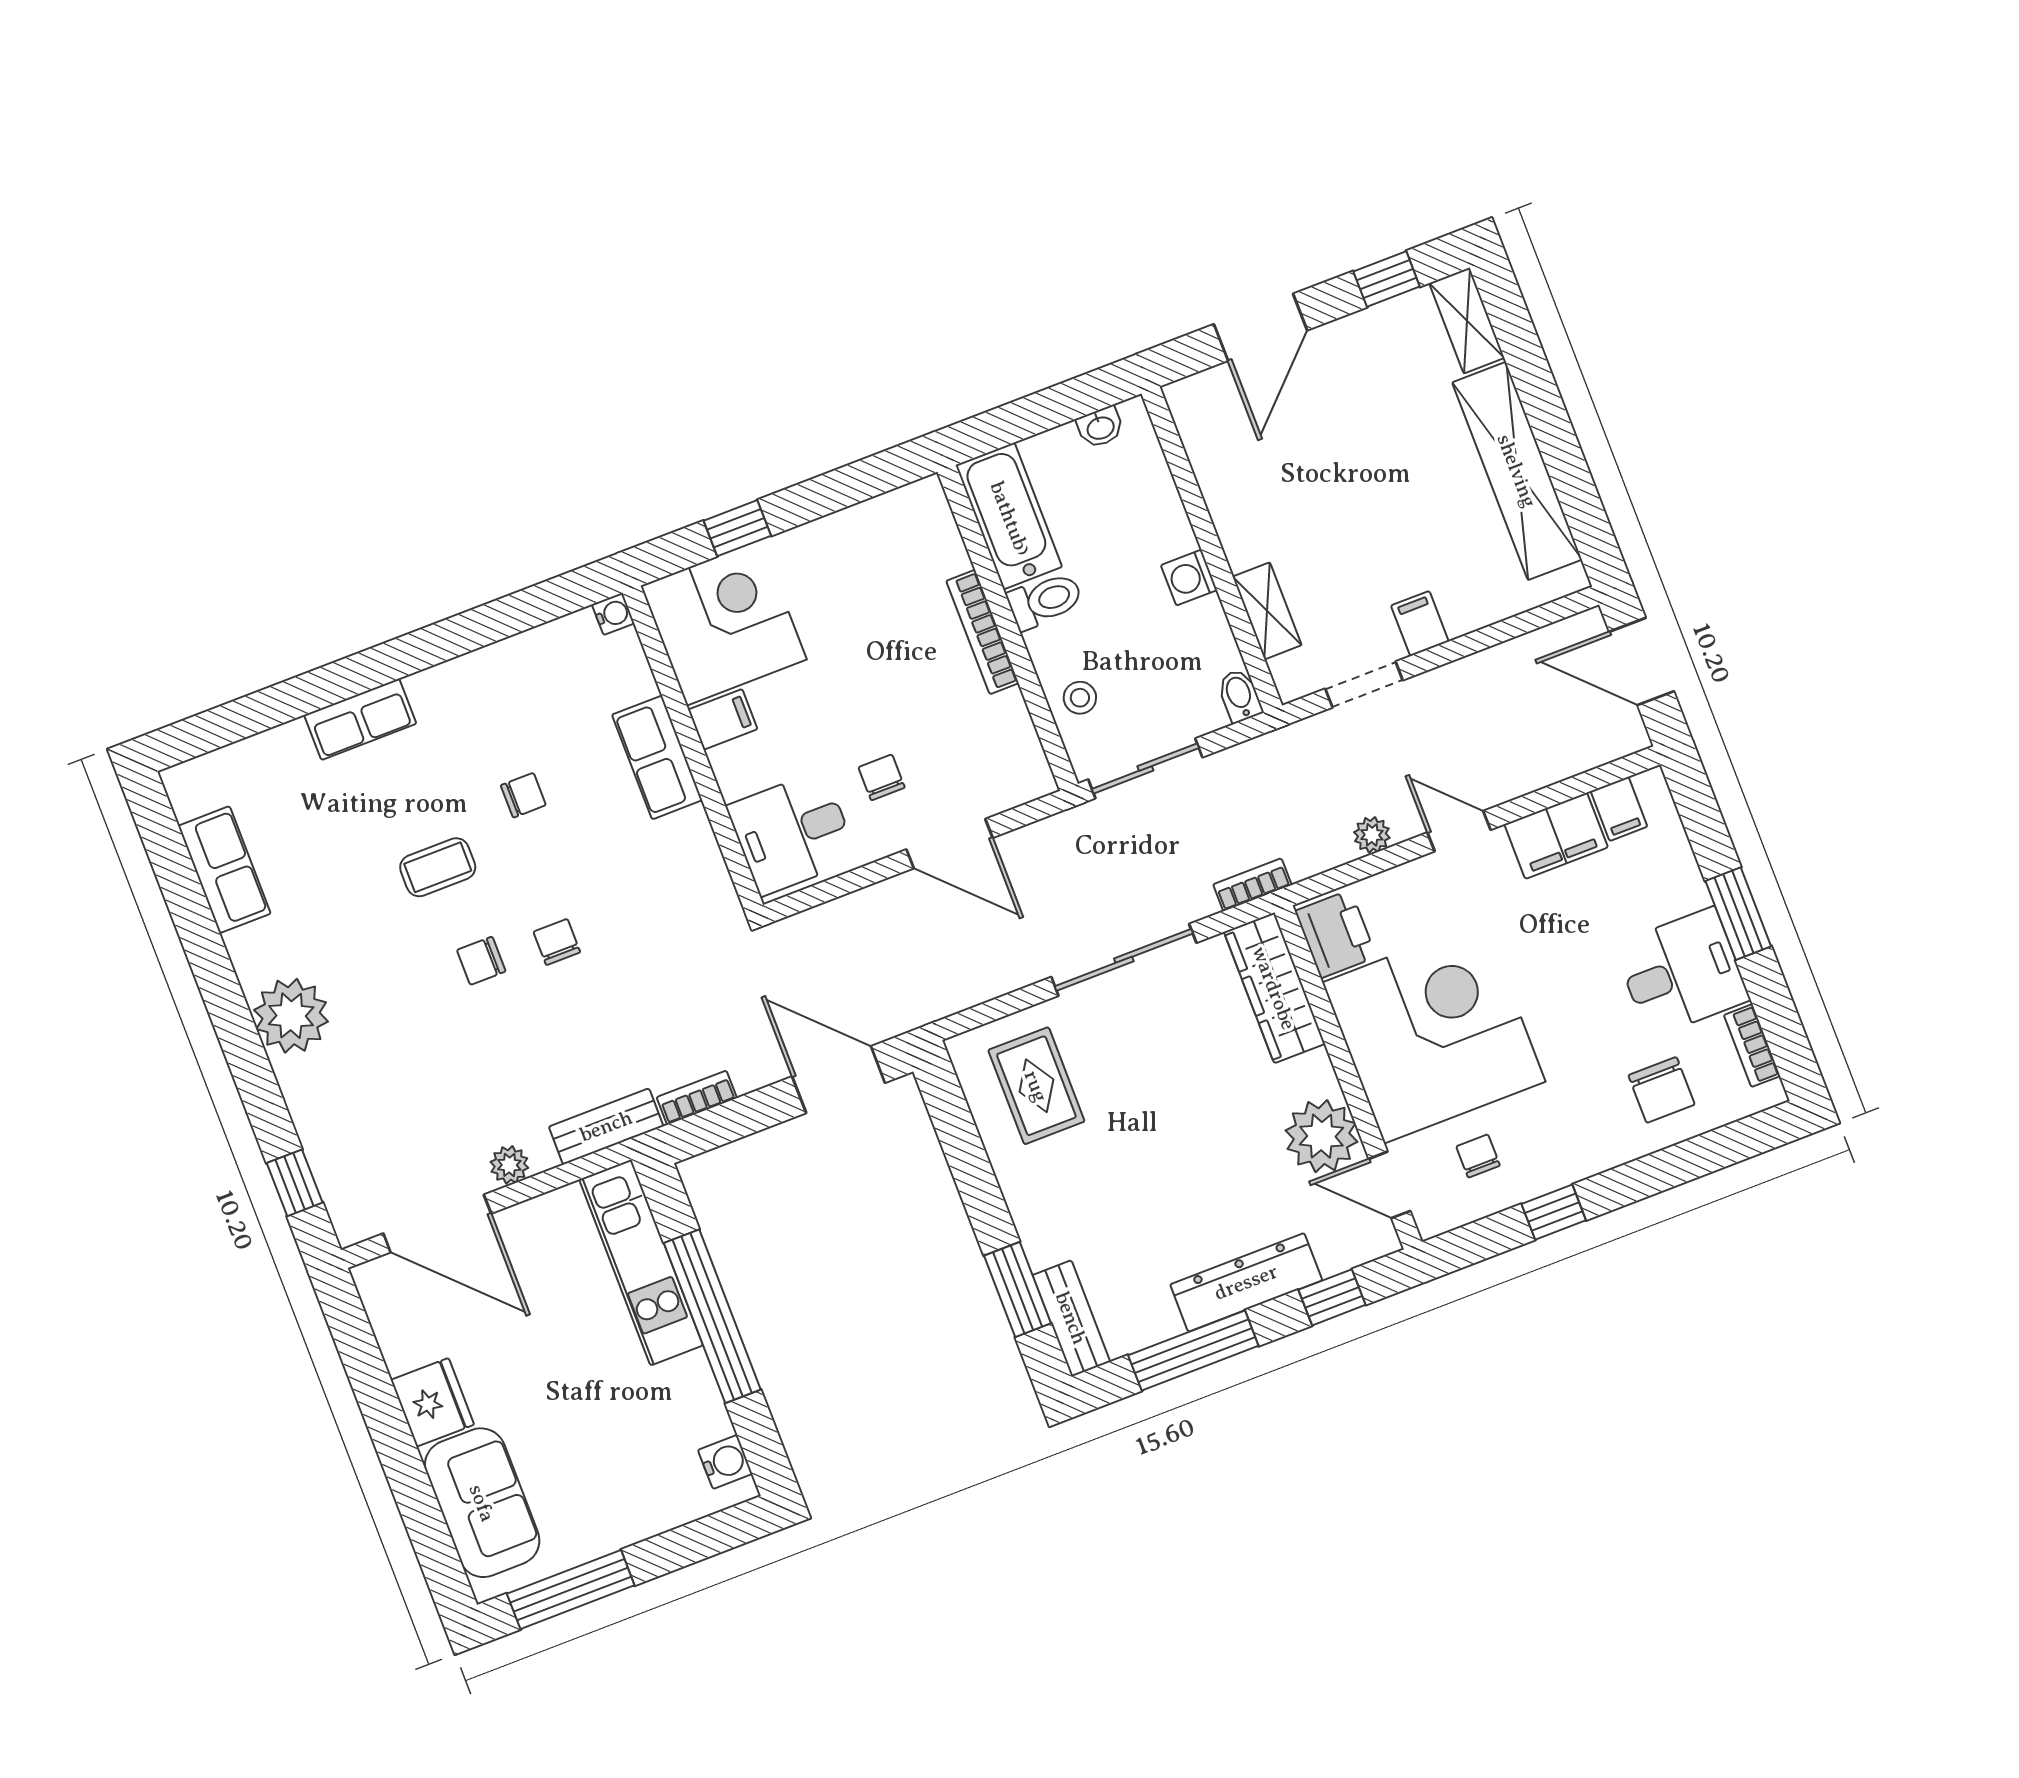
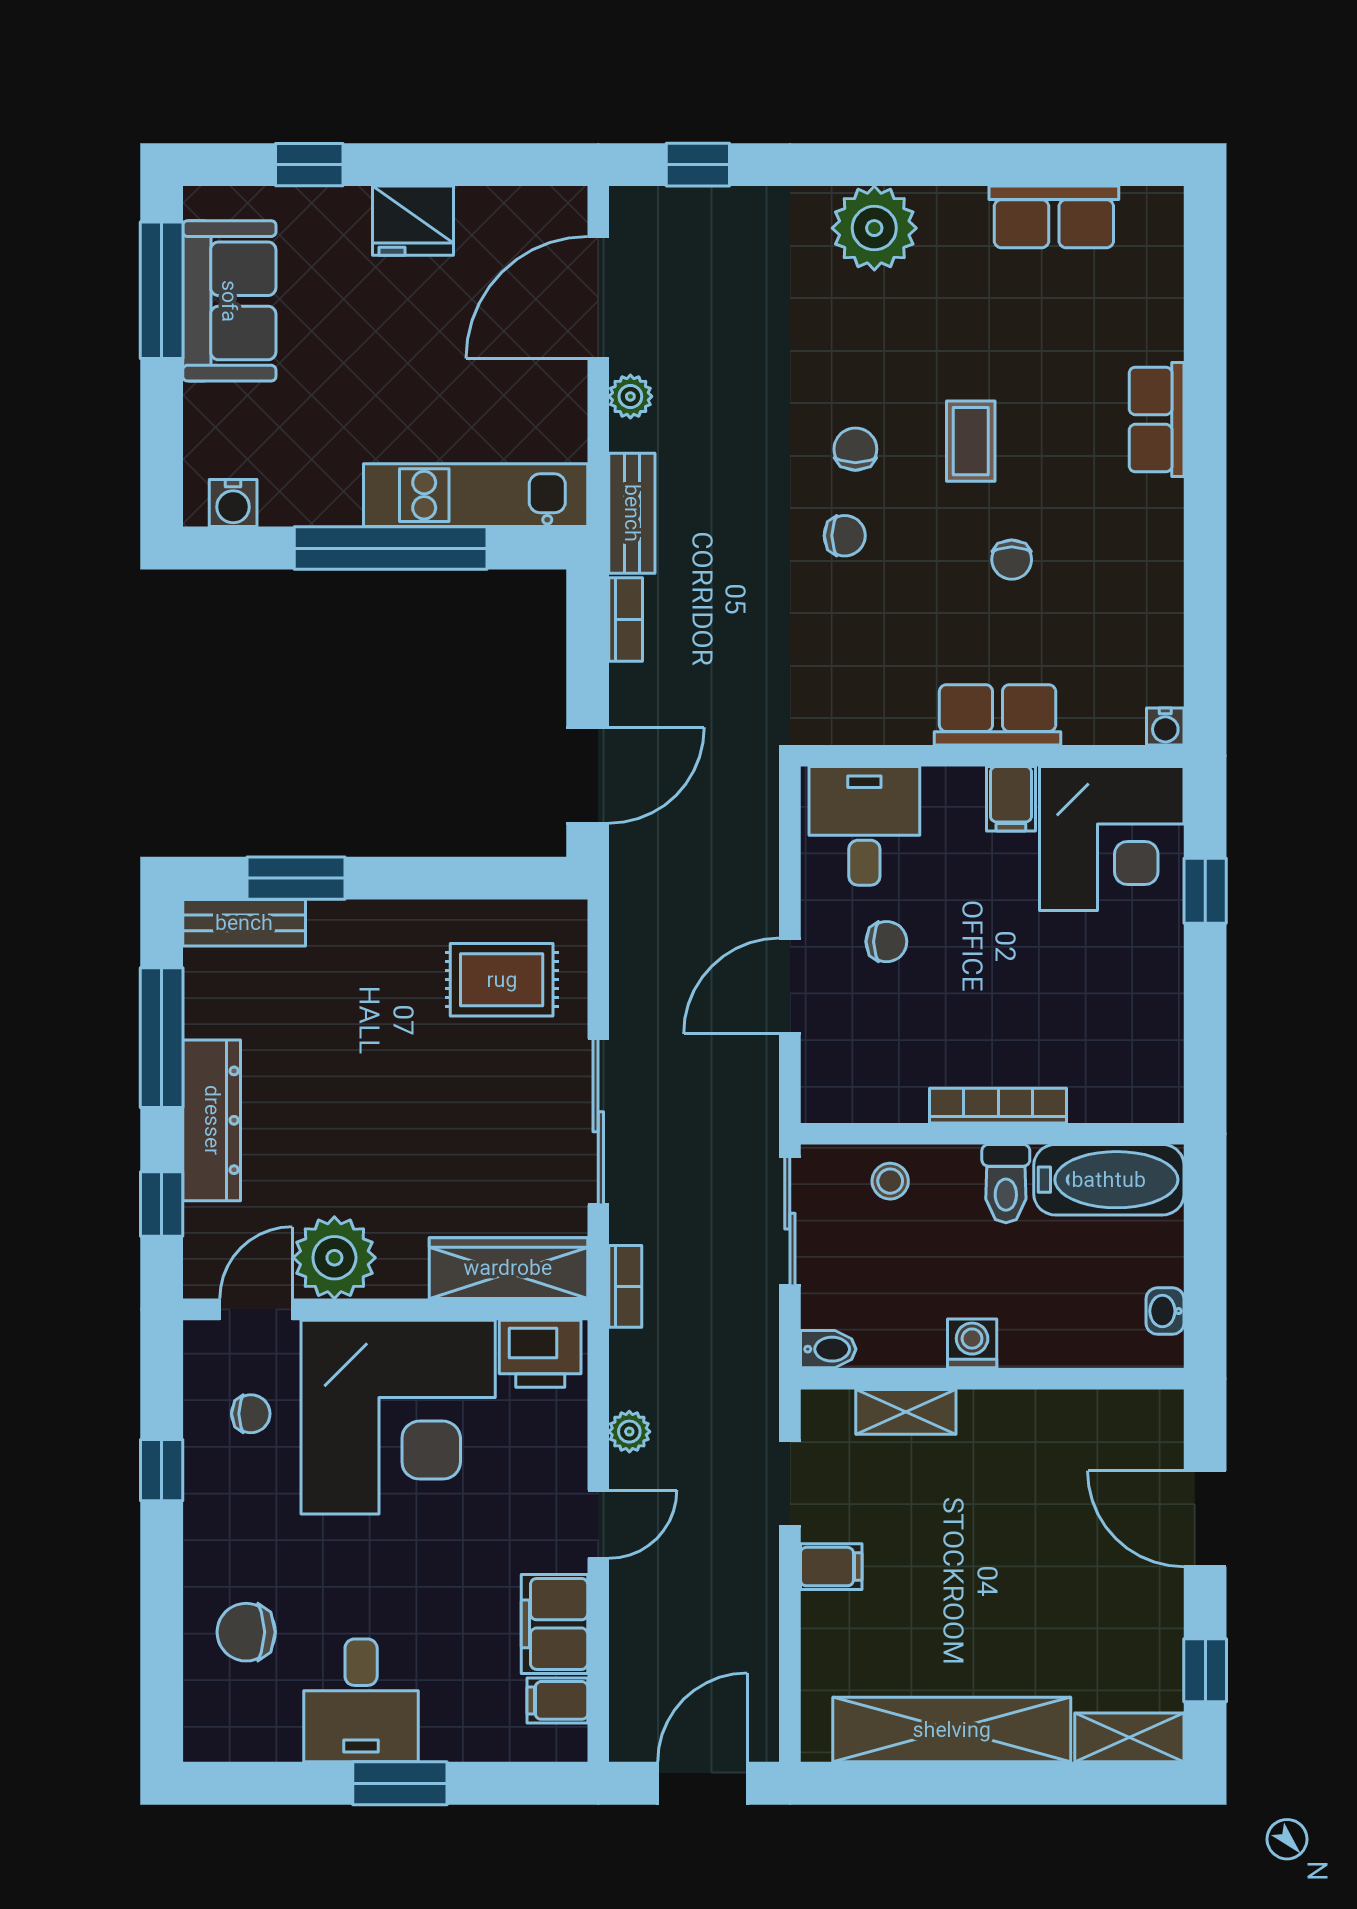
bookcase: (1752, 1046) -> (256, 1745), removed
sofa: (482, 1503) -> (229, 301), moved, turned -90
window: (419, 1507) -> (309, 165), added

